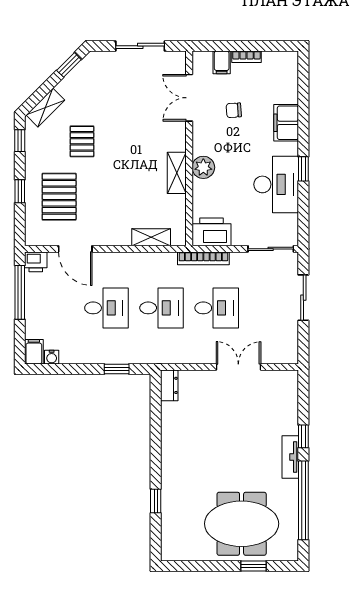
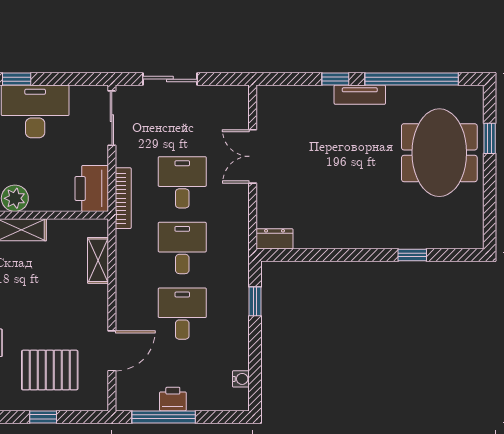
printer: (36, 262) -> (173, 399), moved, turned -90
filing cabinet: (34, 352) -> (234, 400), removed

